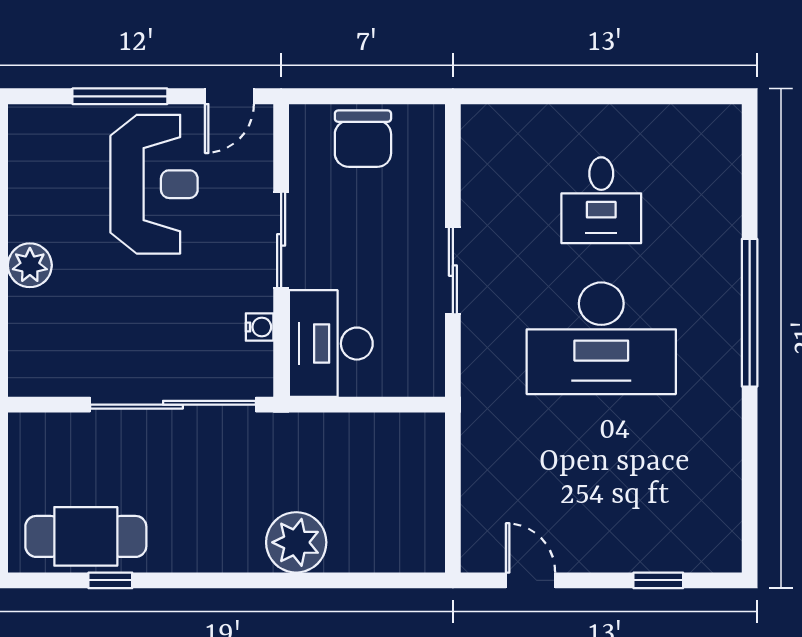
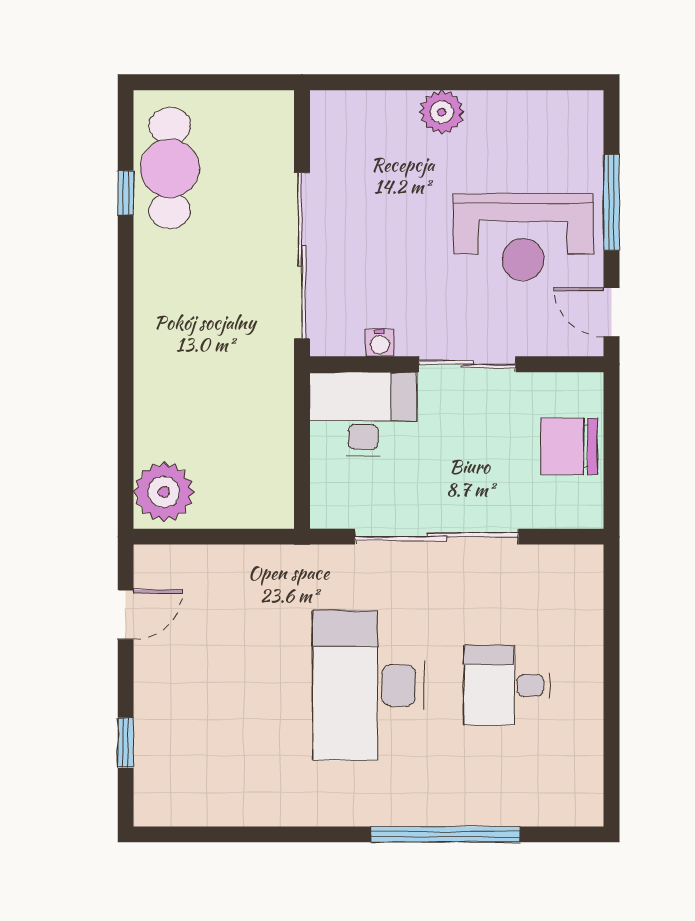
sliding door: (453, 271) -> (437, 537), width x1.86
window: (750, 313) -> (445, 834), moved
plant: (296, 542) -> (164, 492), moved

